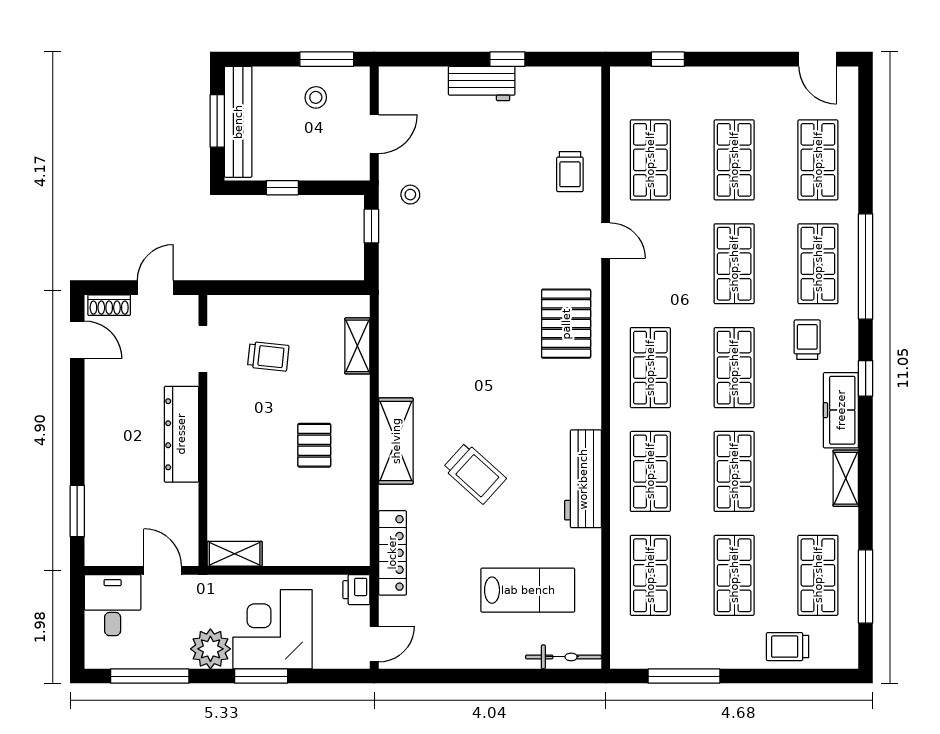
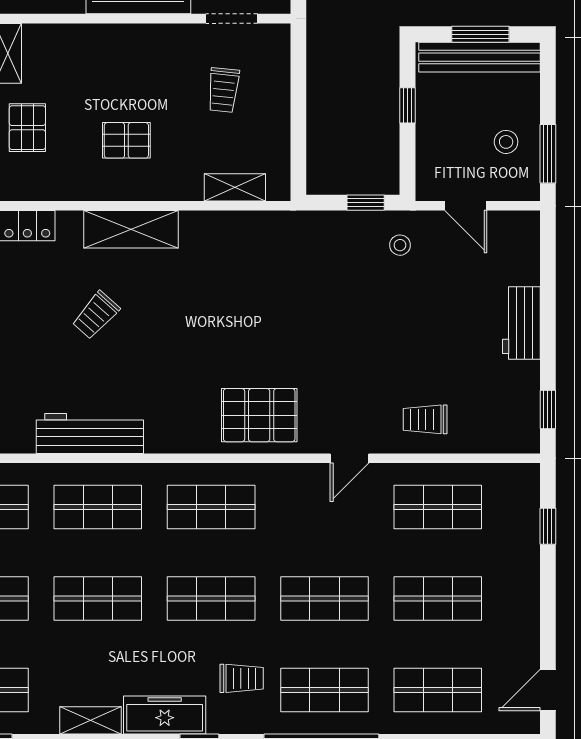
window: (507, 59) -> (548, 409), moved
trolley: (474, 473) -> (96, 315), width x0.73, depth x0.72
pallet: (303, 536) -> (27, 128), added

